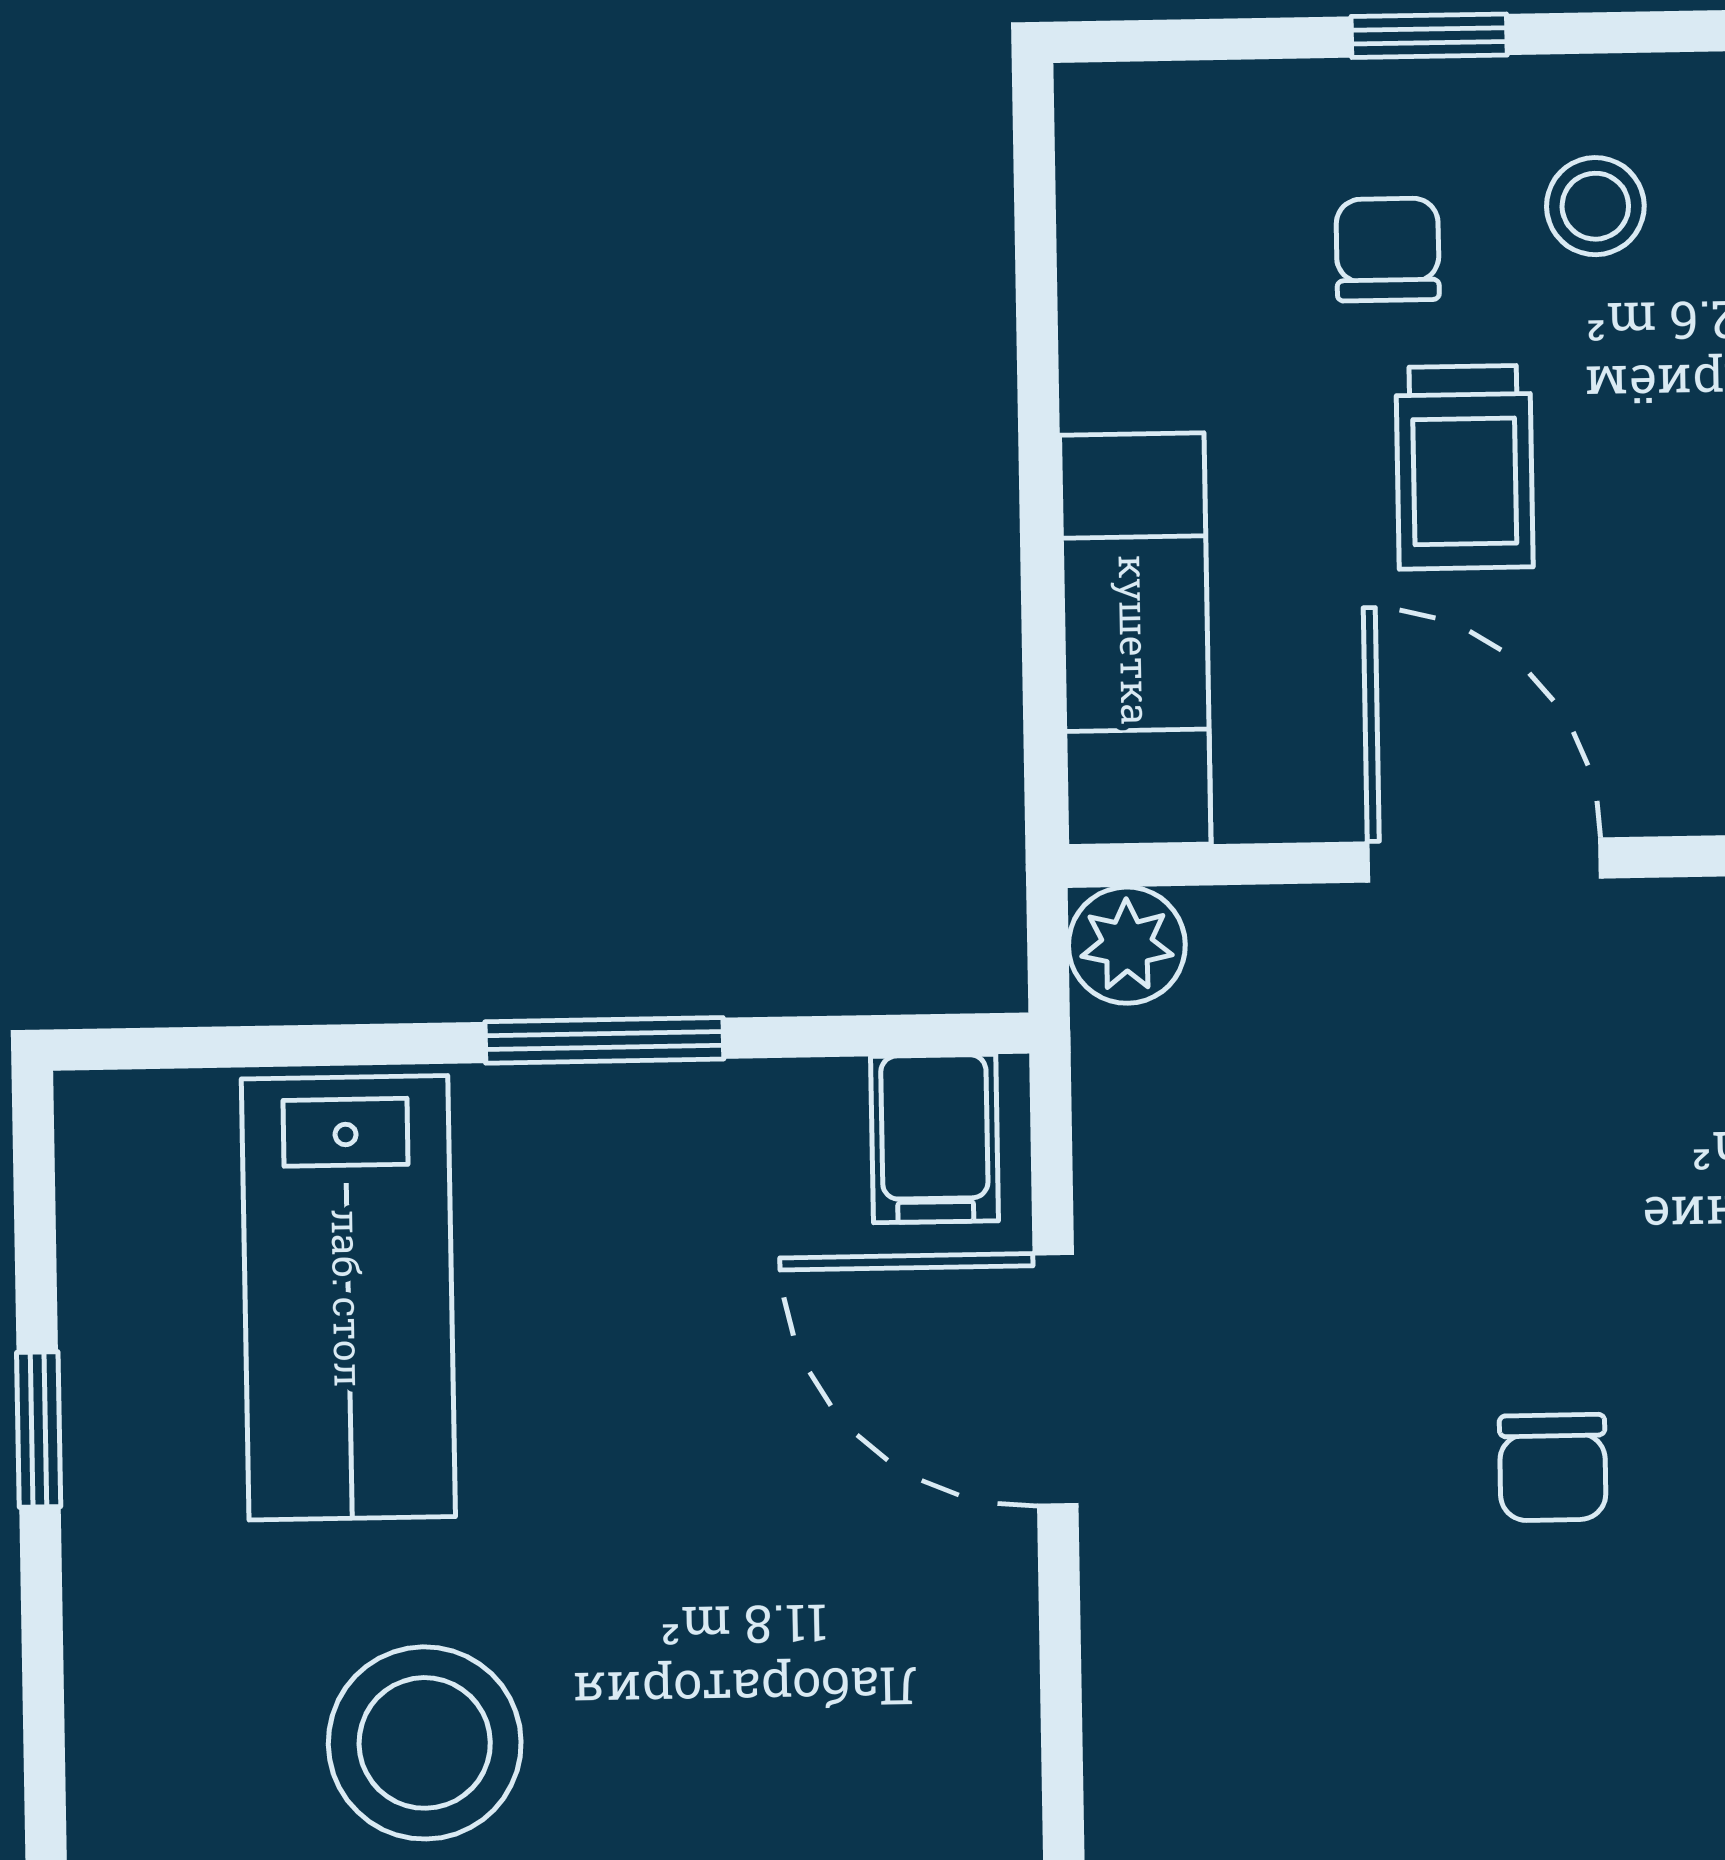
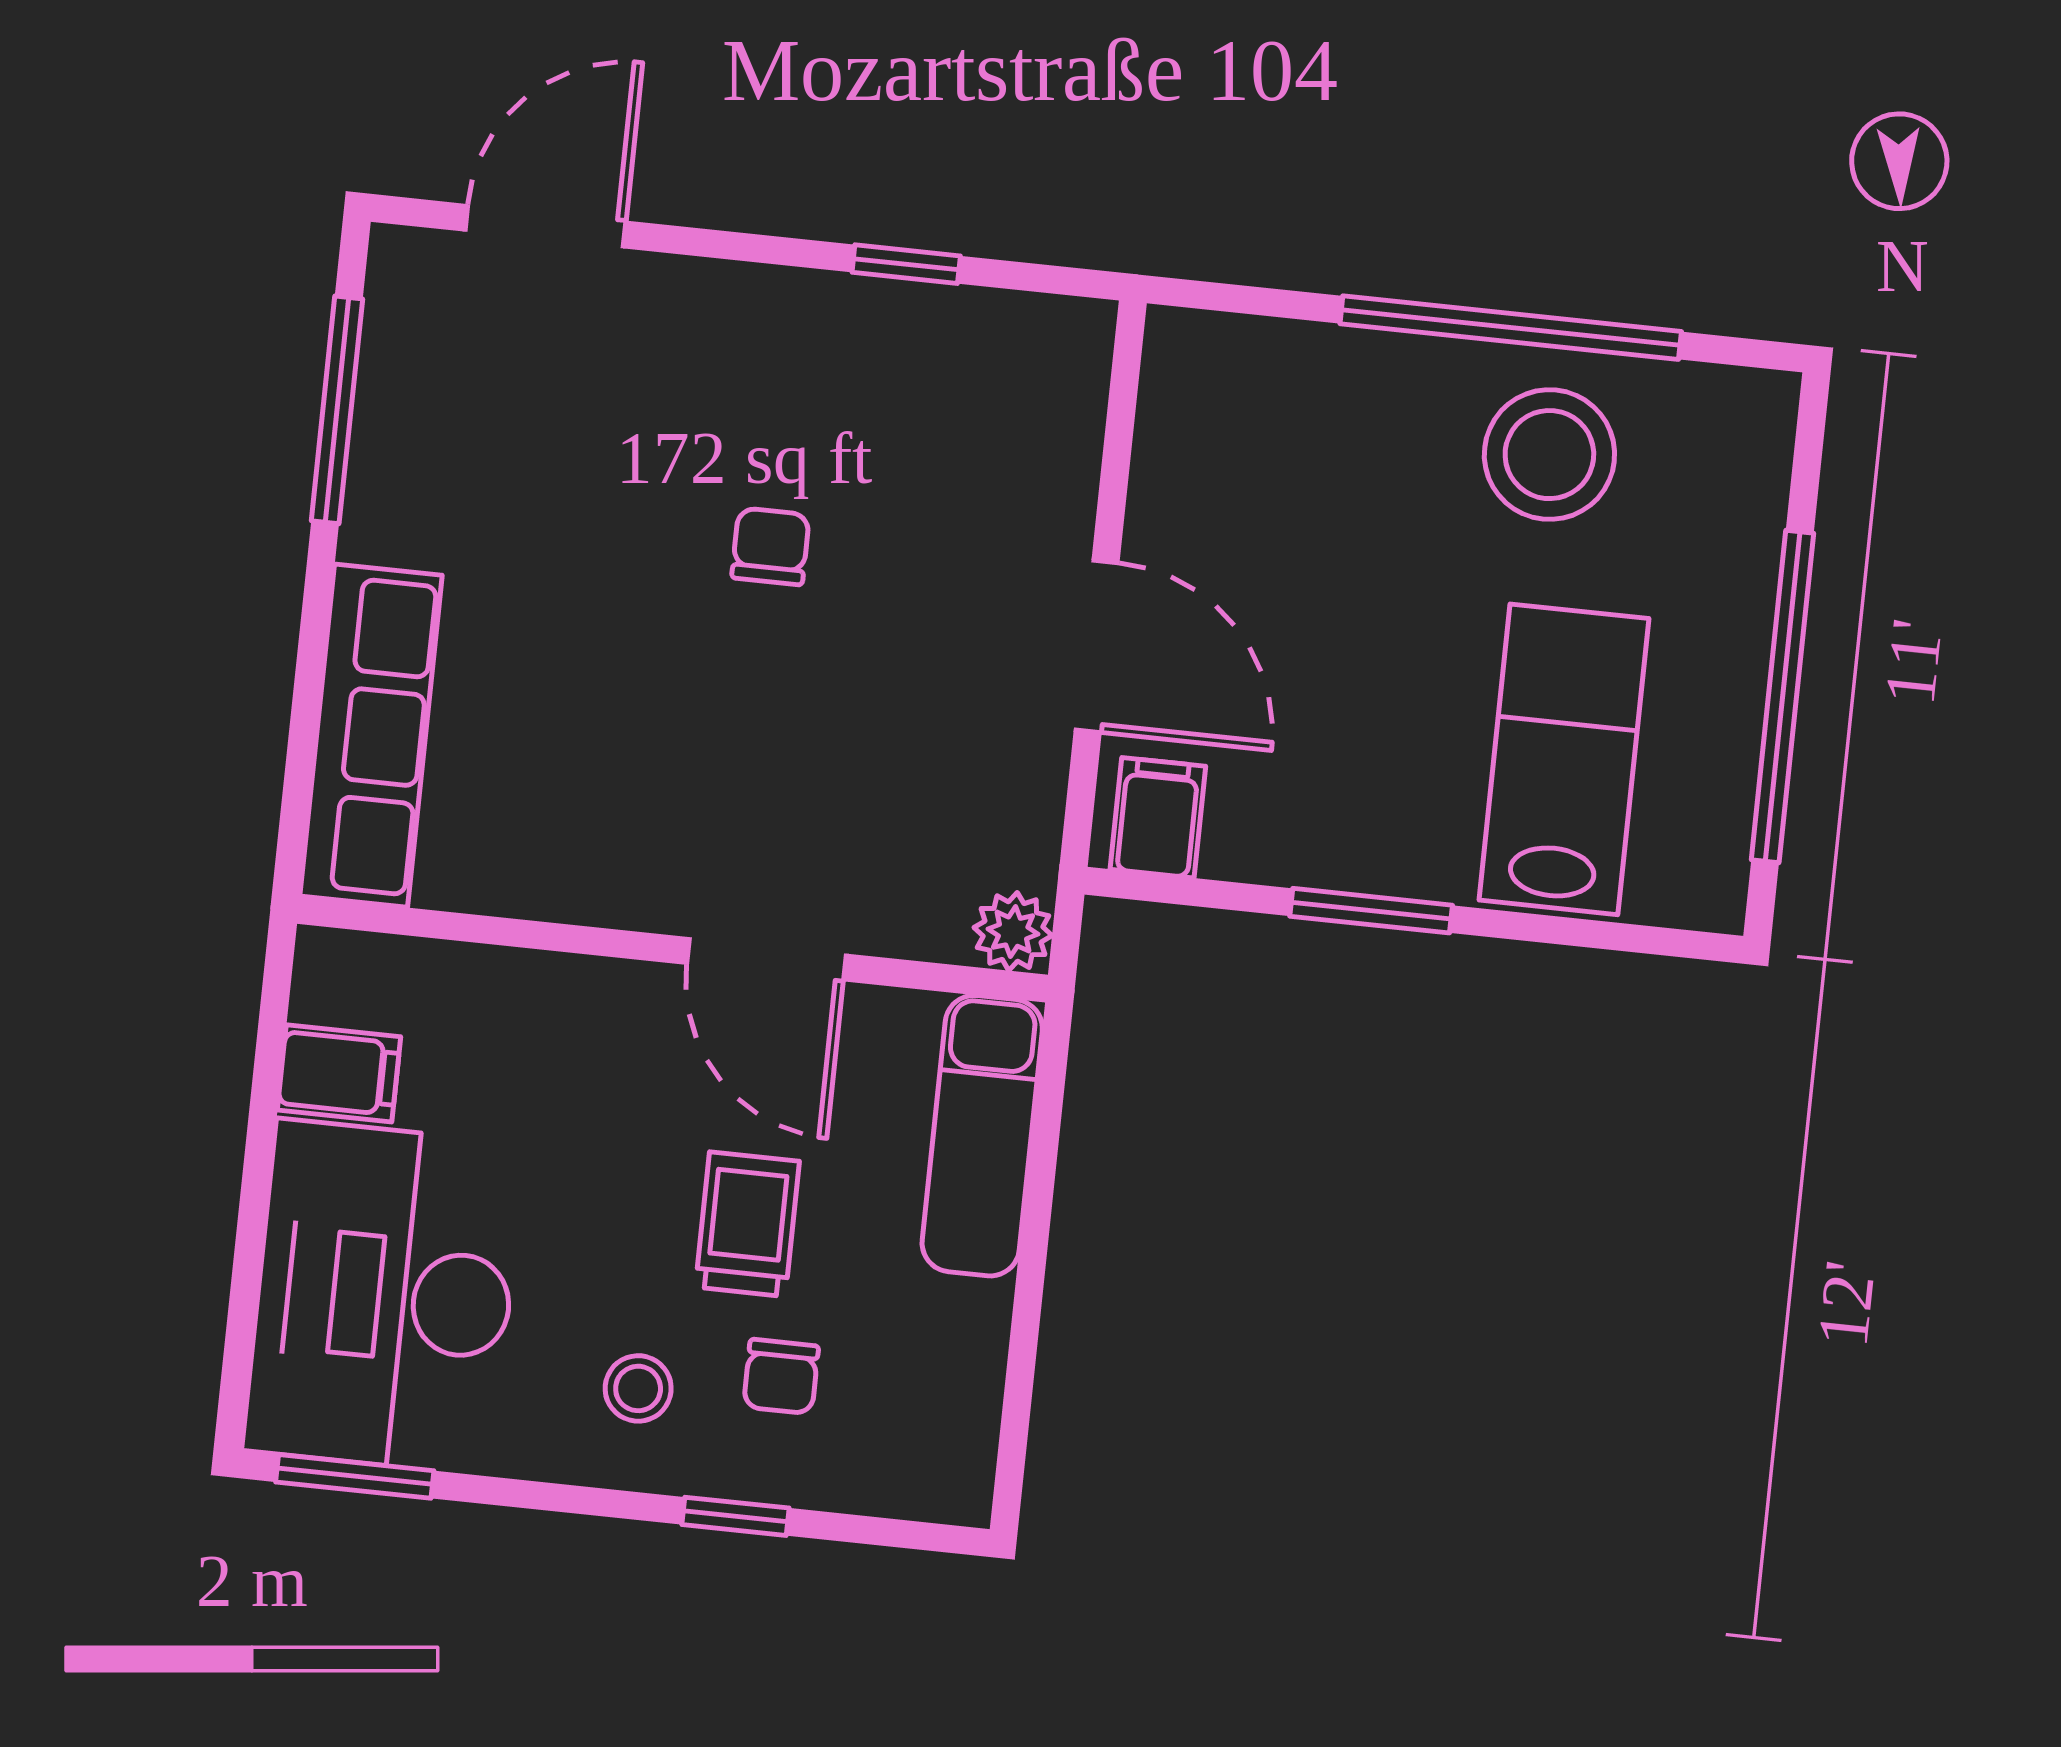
window: (39, 1429) -> (1782, 697), width x3.17

